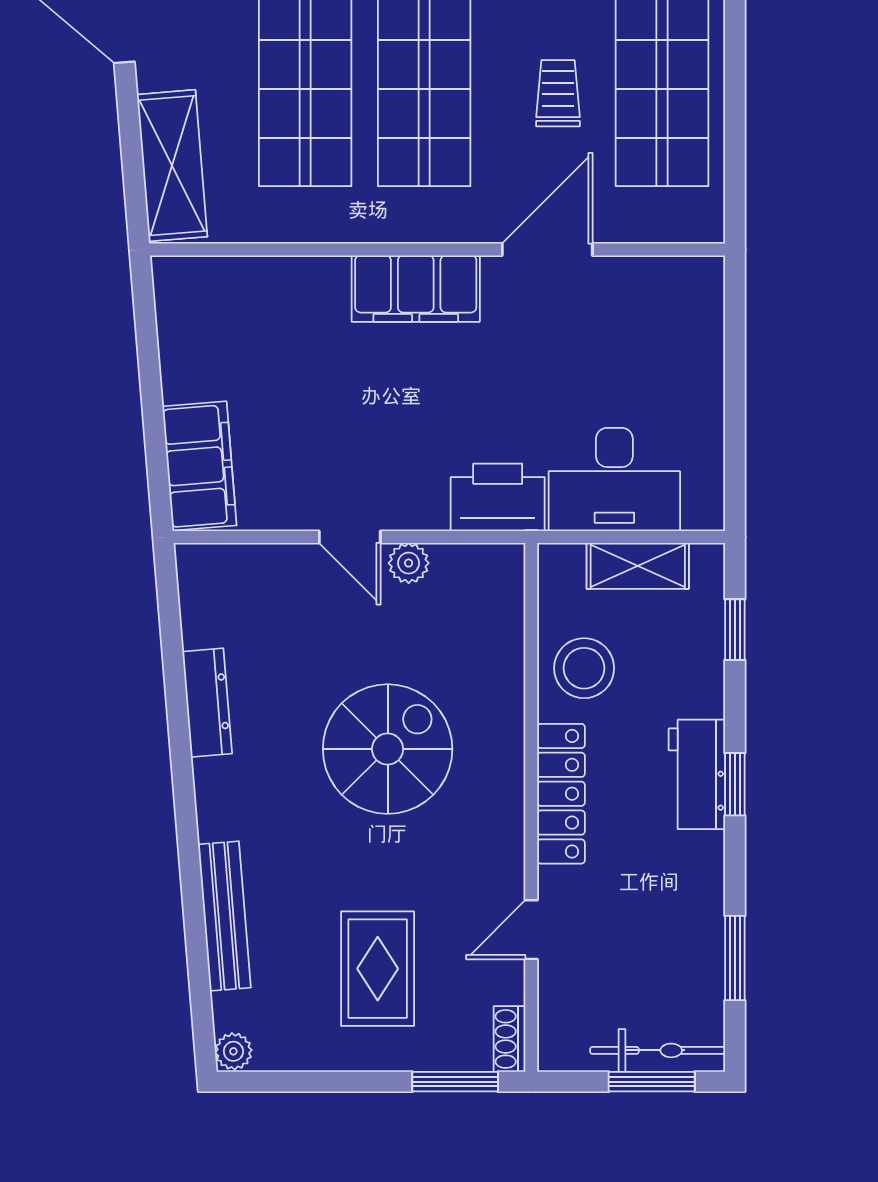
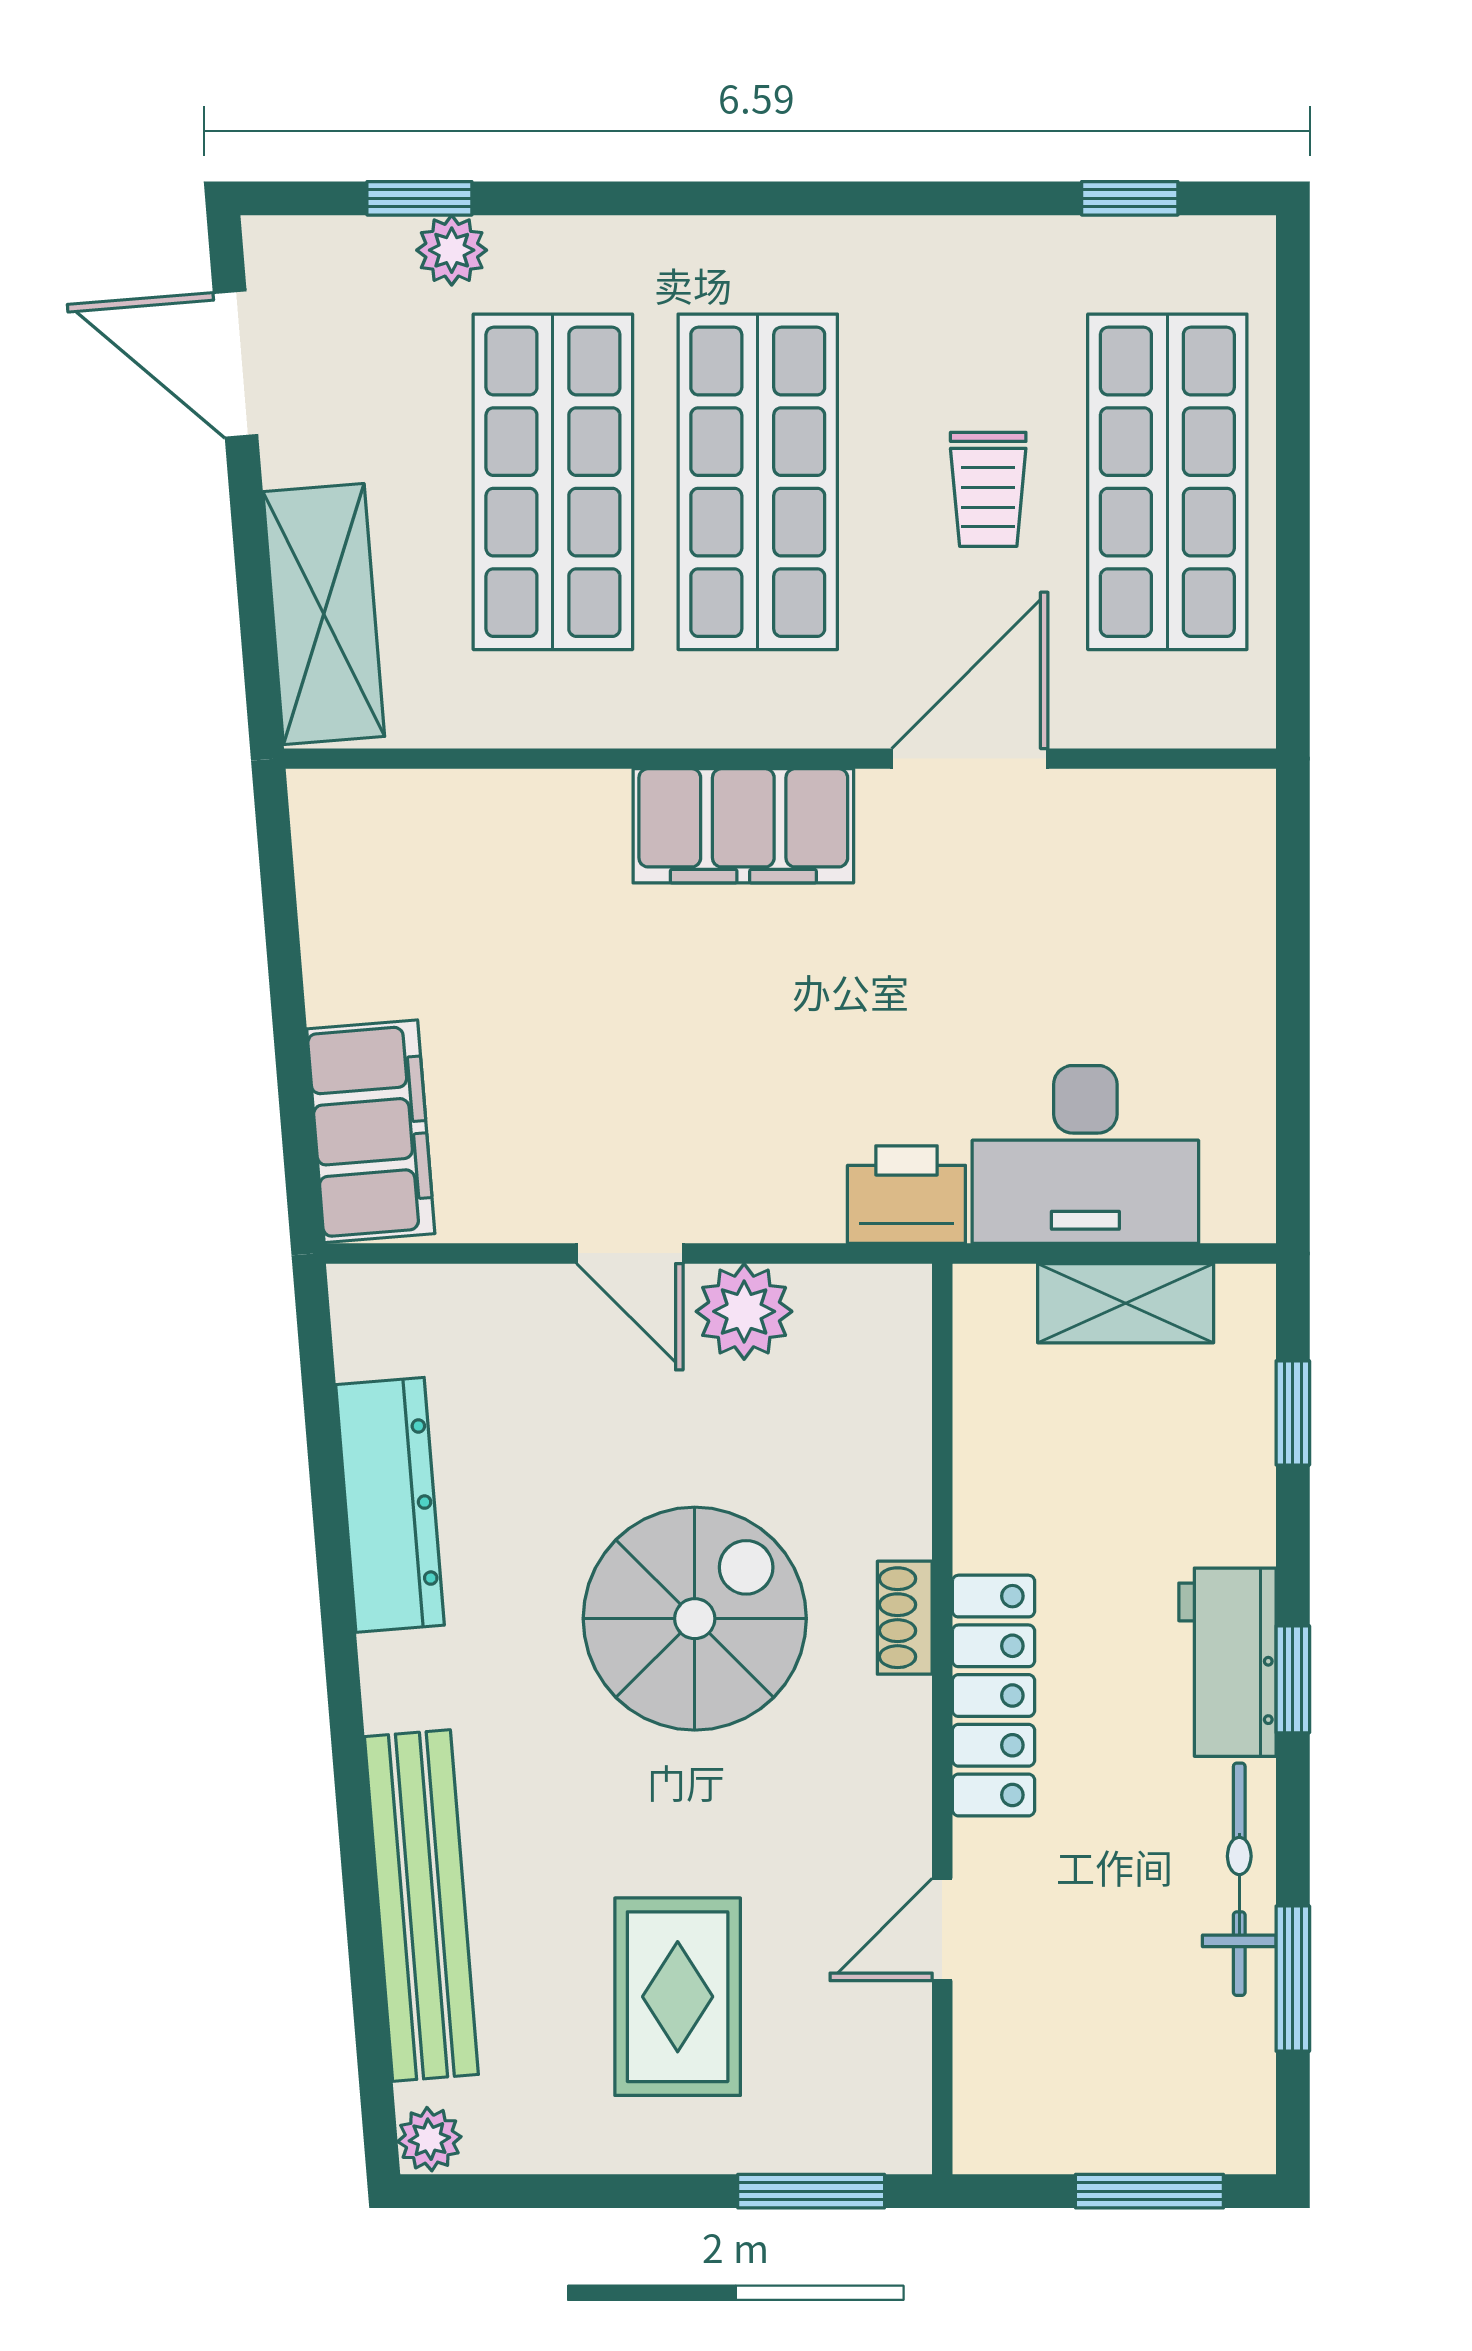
trolley: (558, 93) -> (988, 489), turned 180
printer: (498, 497) -> (906, 1195), width x0.73, depth x0.84
plant: (409, 563) -> (744, 1311), width x1.38, depth x1.38
stool: (584, 668) -> (1033, 1479), removed
dresser: (207, 703) -> (390, 1505), width x1.37, depth x1.24
bench: (224, 916) -> (421, 1906), width x1.37, depth x1.21
shoe rack: (509, 1039) -> (905, 1618), moved
bicycle: (658, 1050) -> (1239, 1879), moved, turned -90

